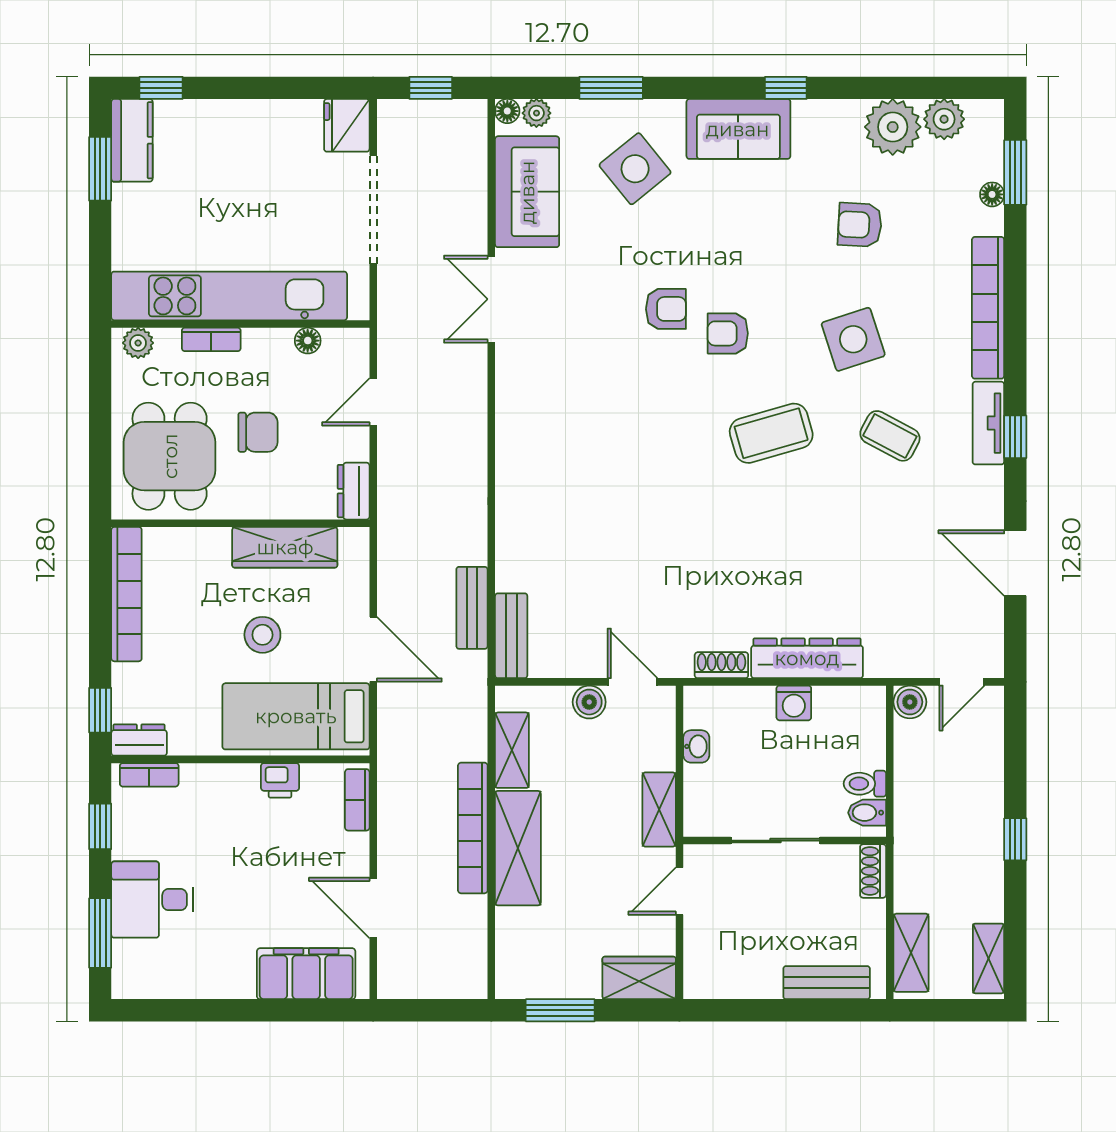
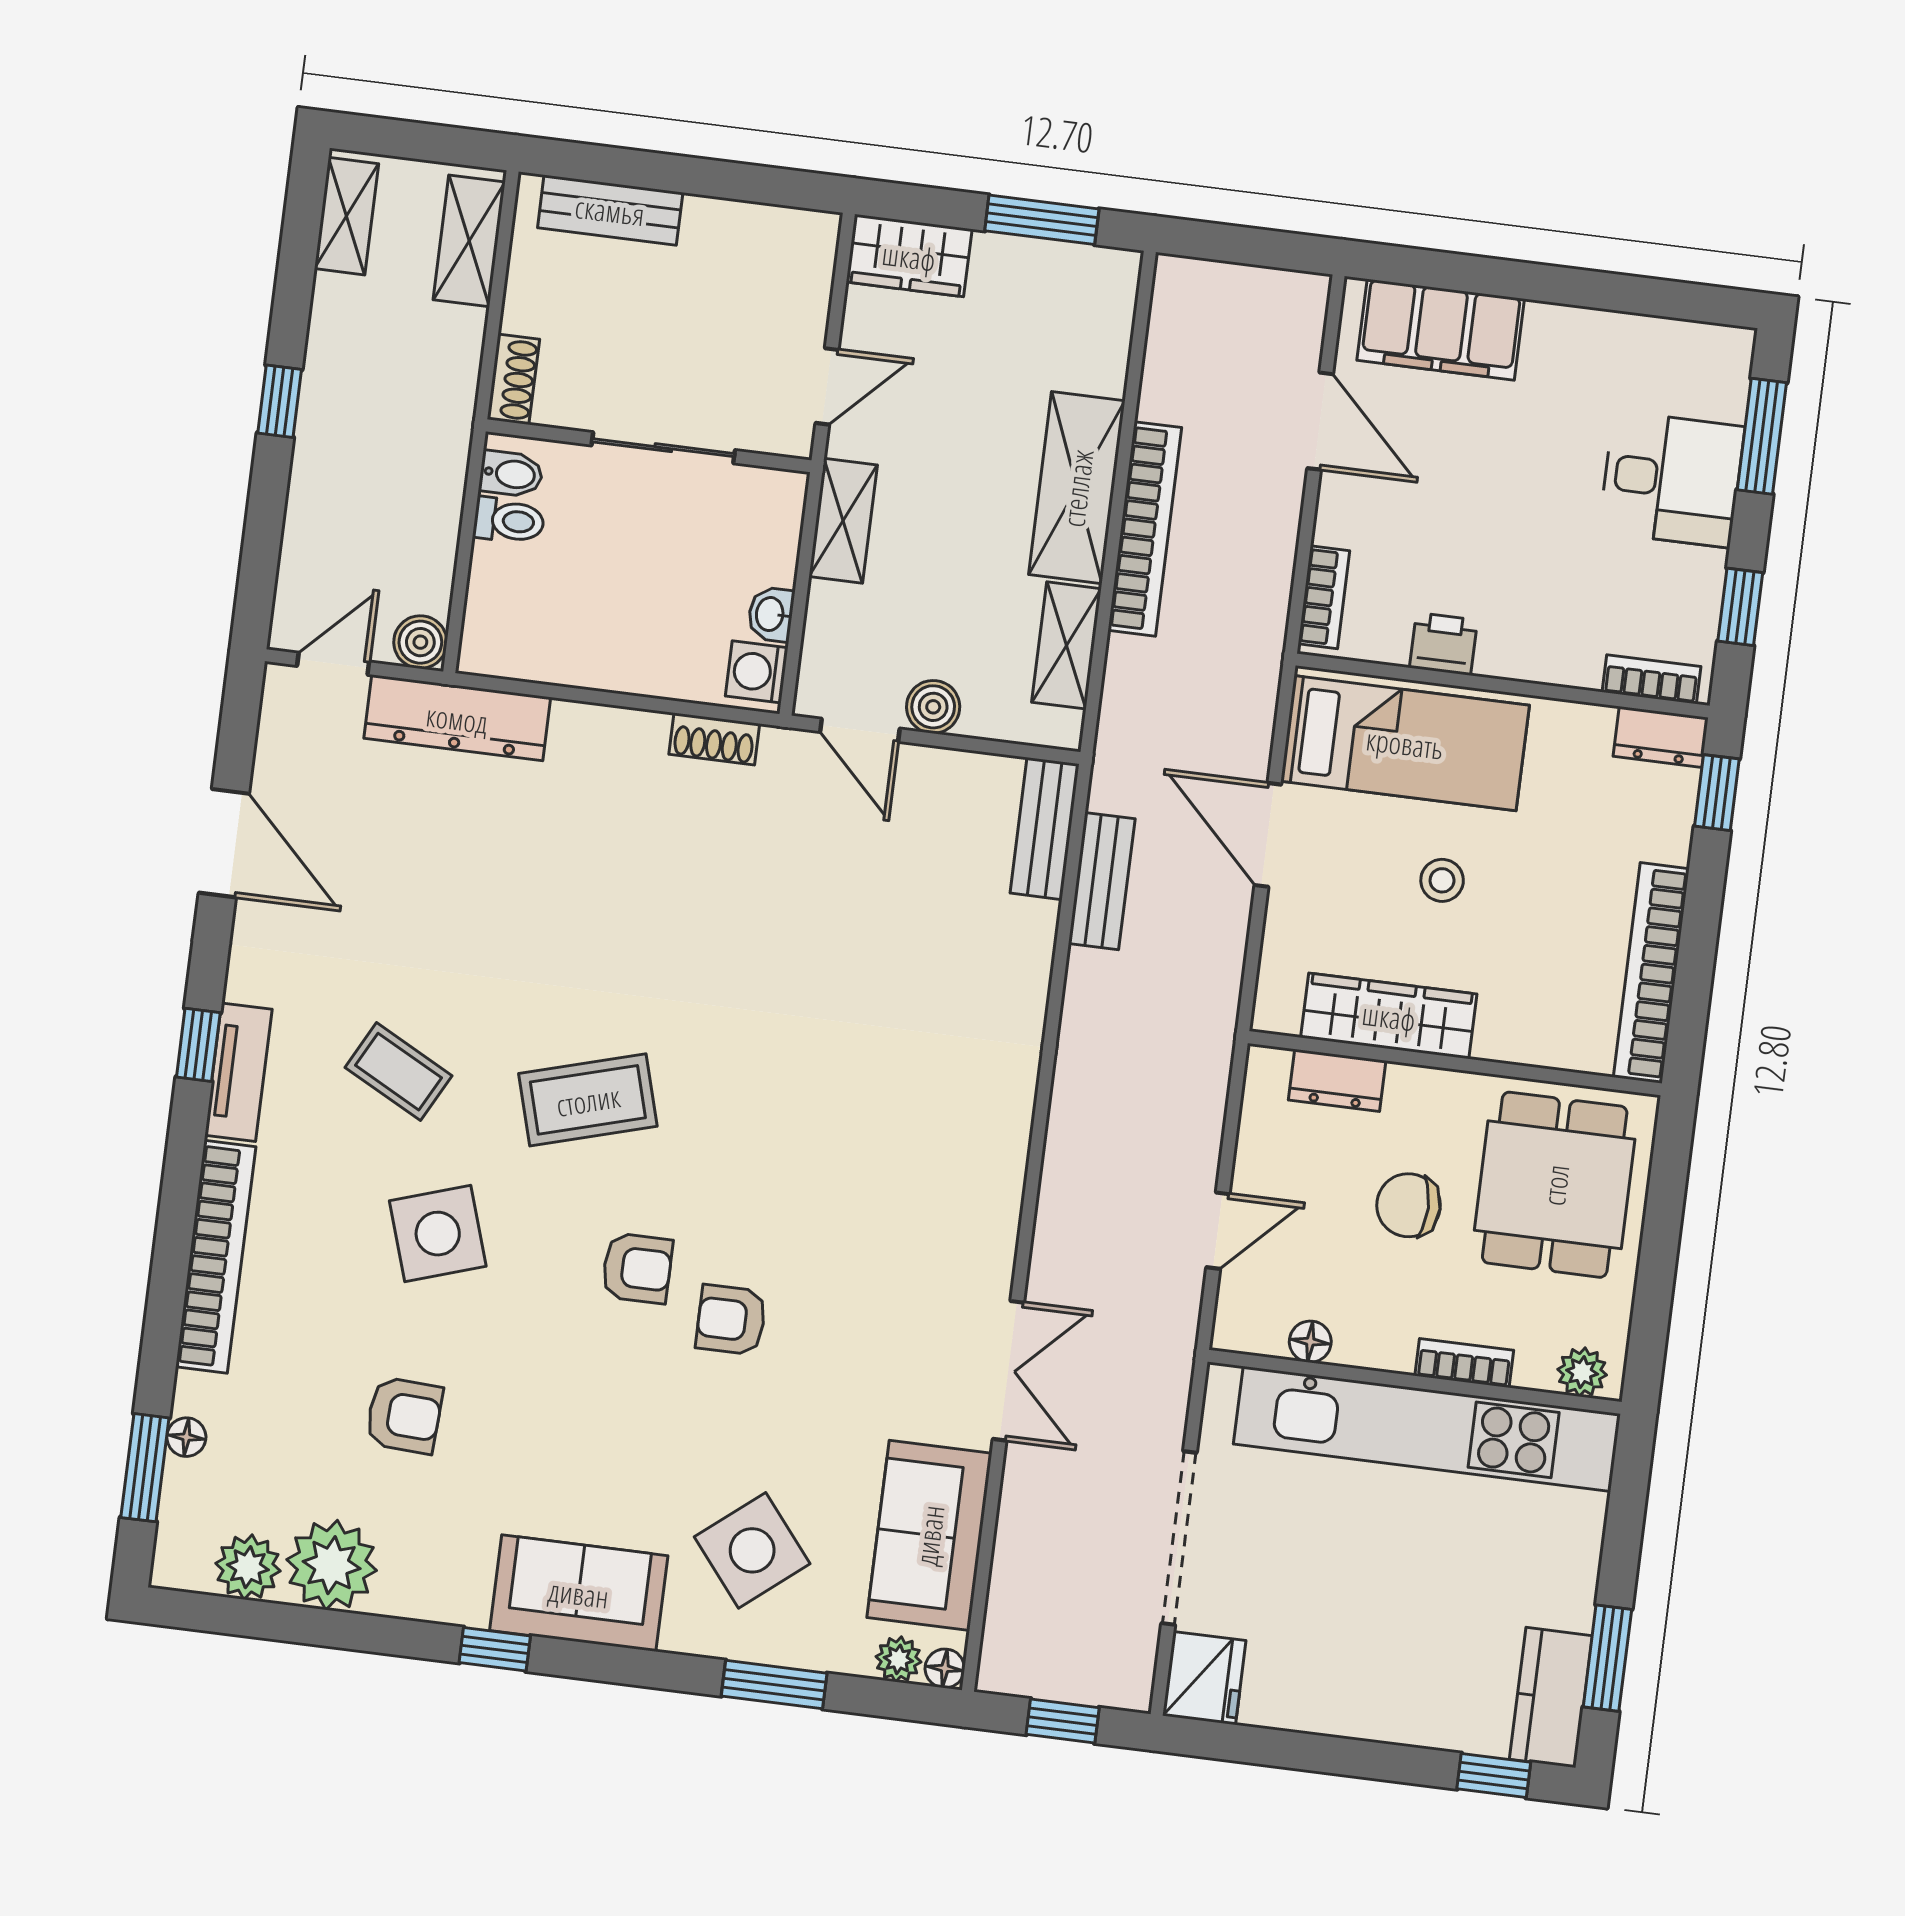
dresser: (354, 491) -> (1337, 1080), moved, turned 90
stool: (262, 635) -> (1442, 880), width x0.73, depth x0.73
dresser: (807, 658) -> (457, 718), moved
washing machine: (794, 703) -> (757, 672), moved, turned -90

